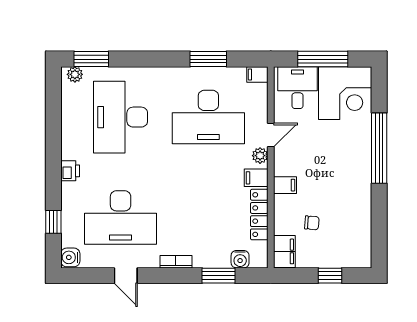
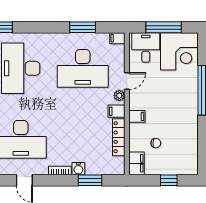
water cooler: (240, 259) -> (78, 169), moved

